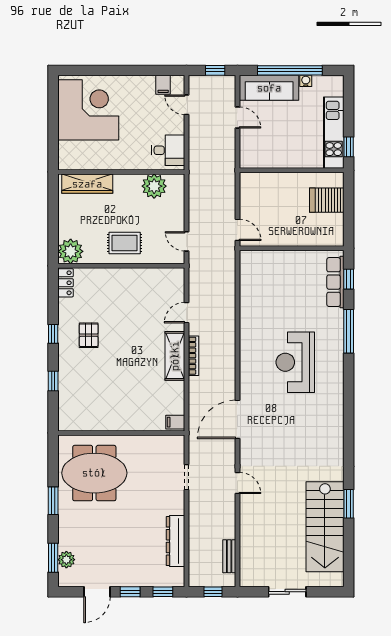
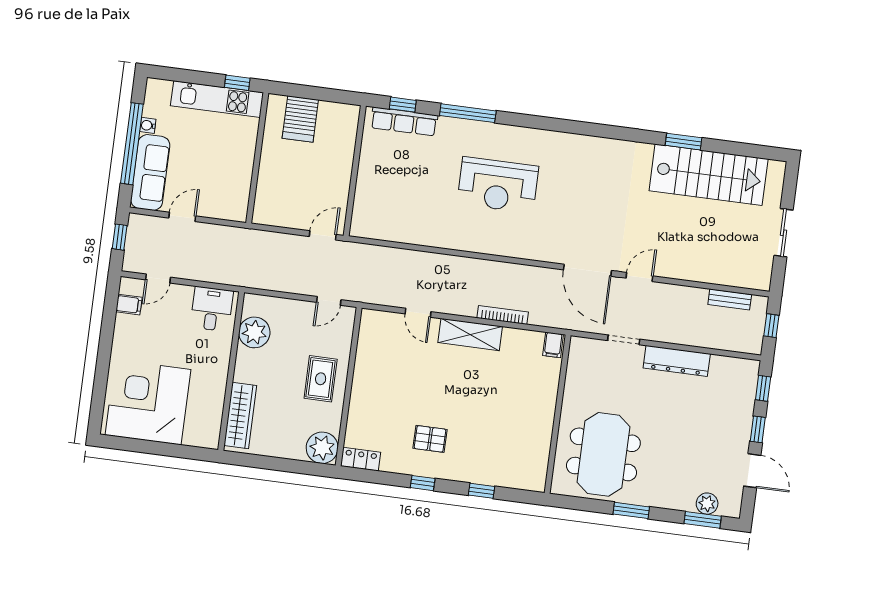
bookcase: (194, 356) -> (503, 315), moved
door: (237, 419) -> (587, 270), moved
dresser: (175, 541) -> (677, 361), moved

